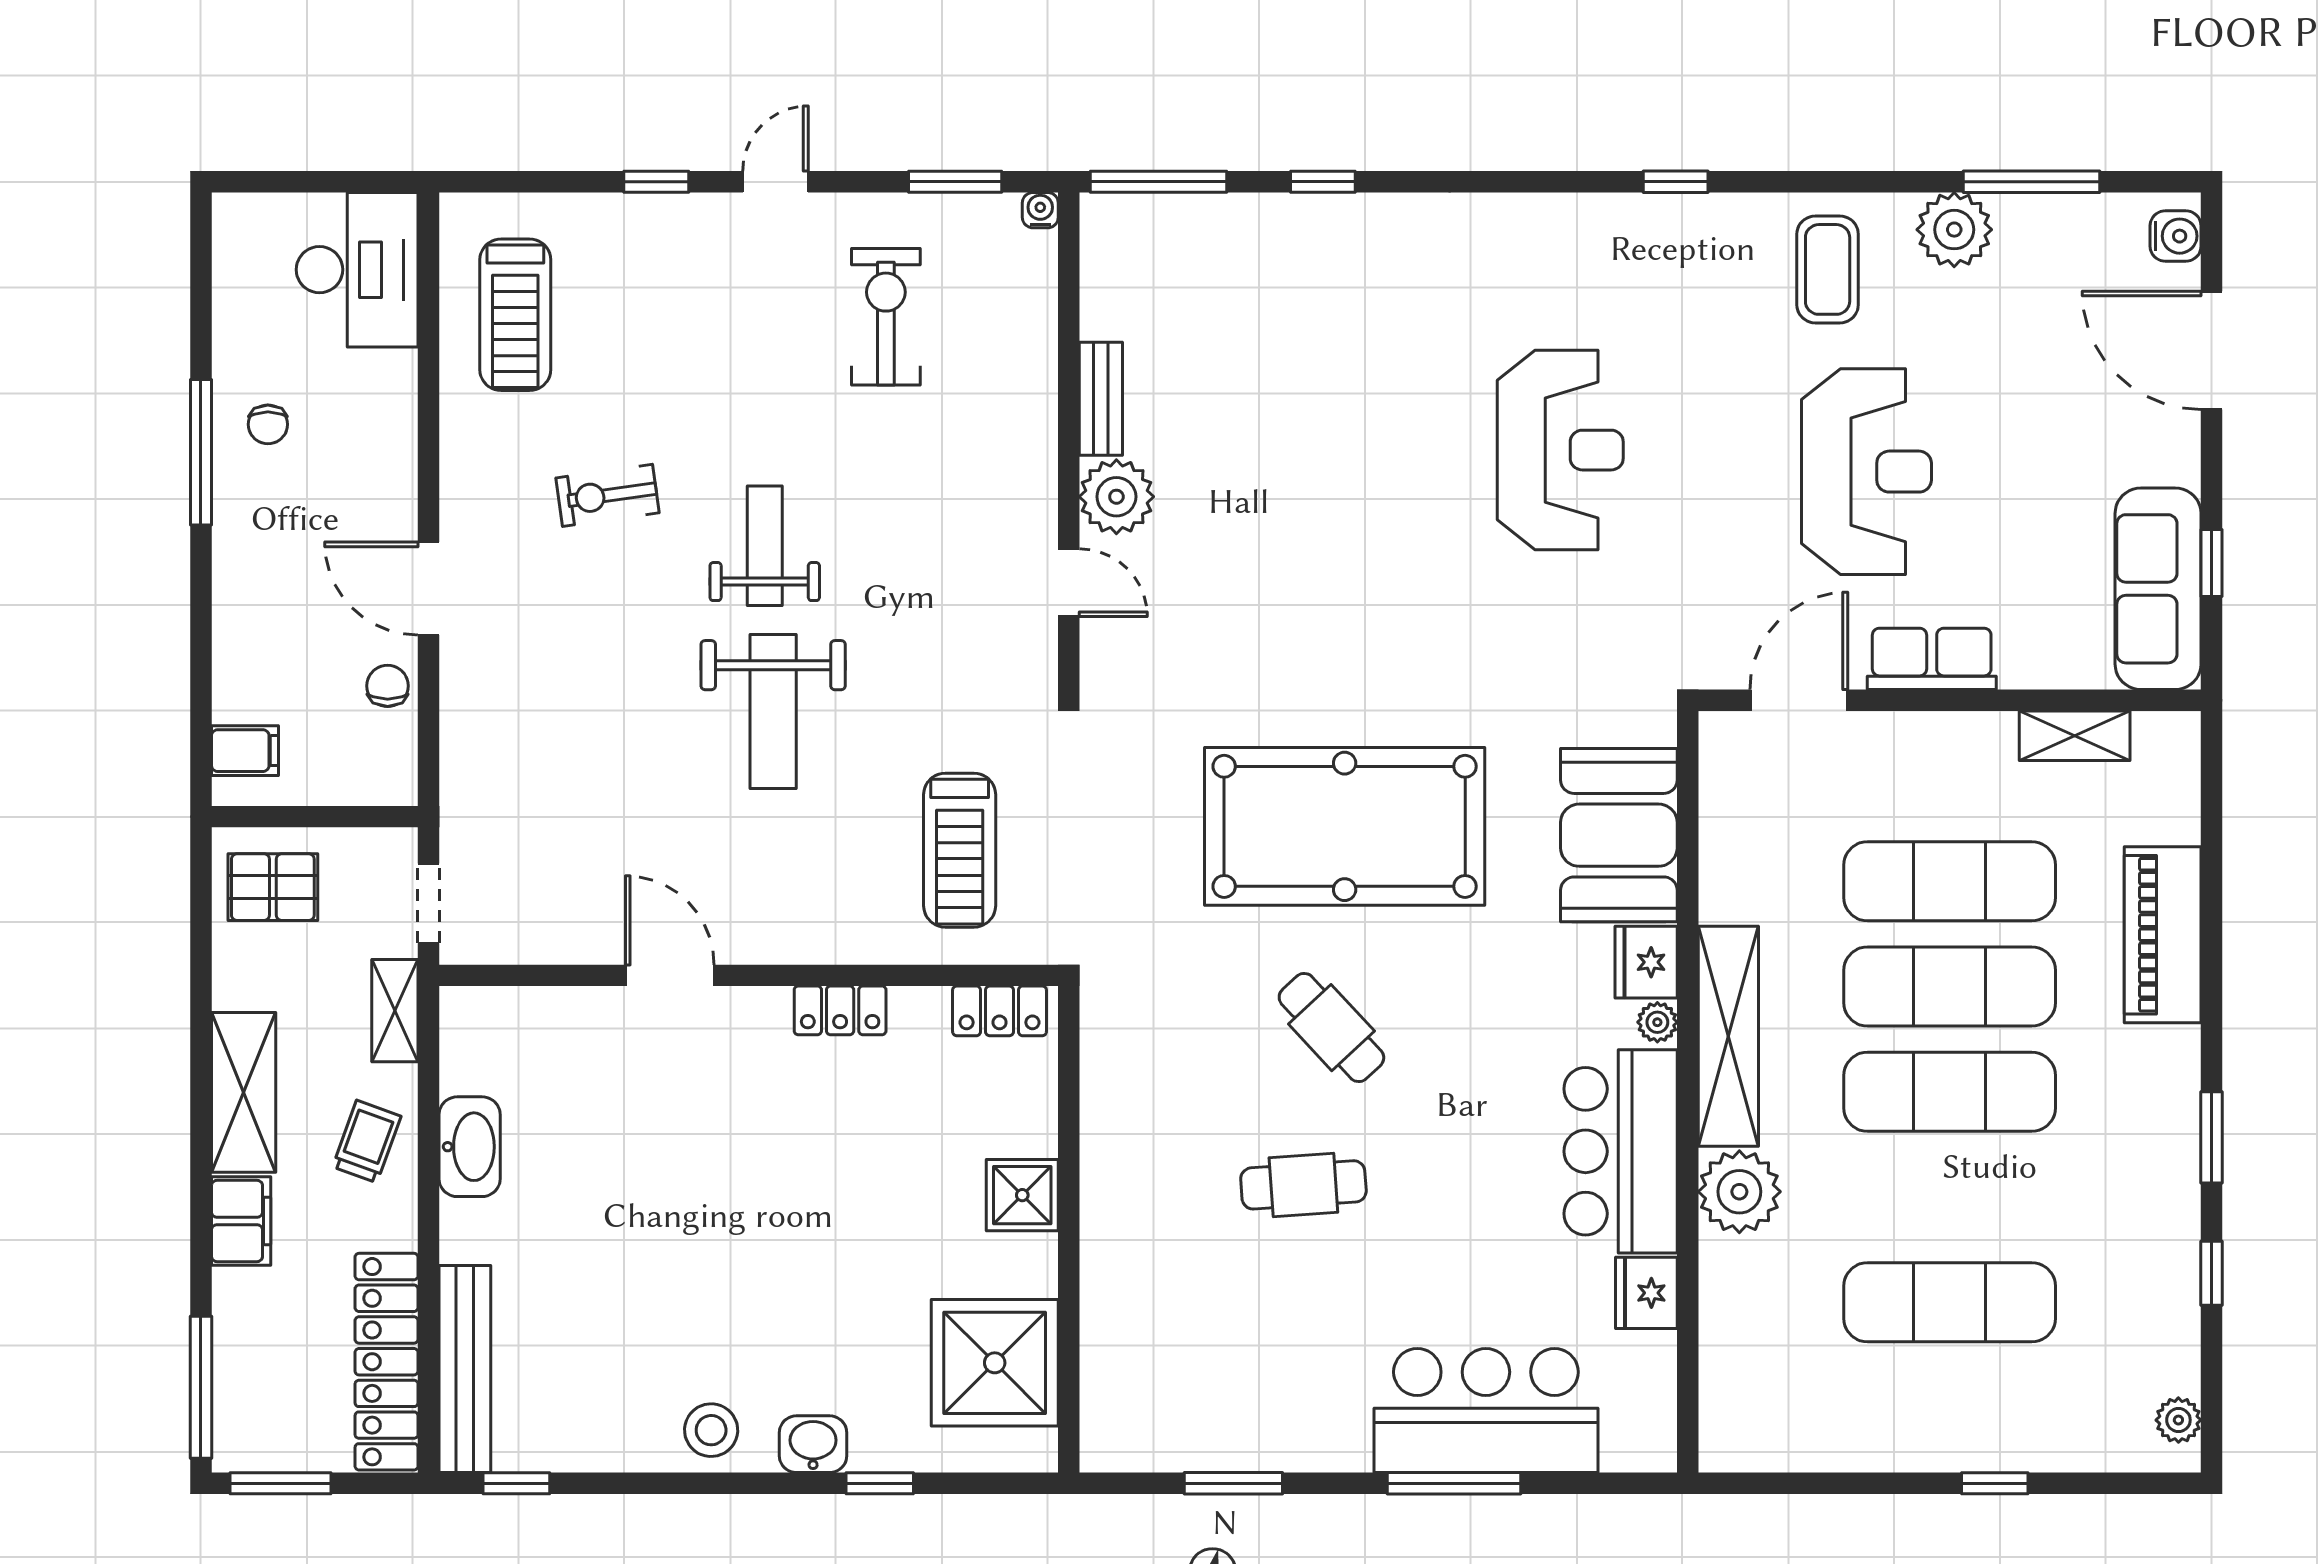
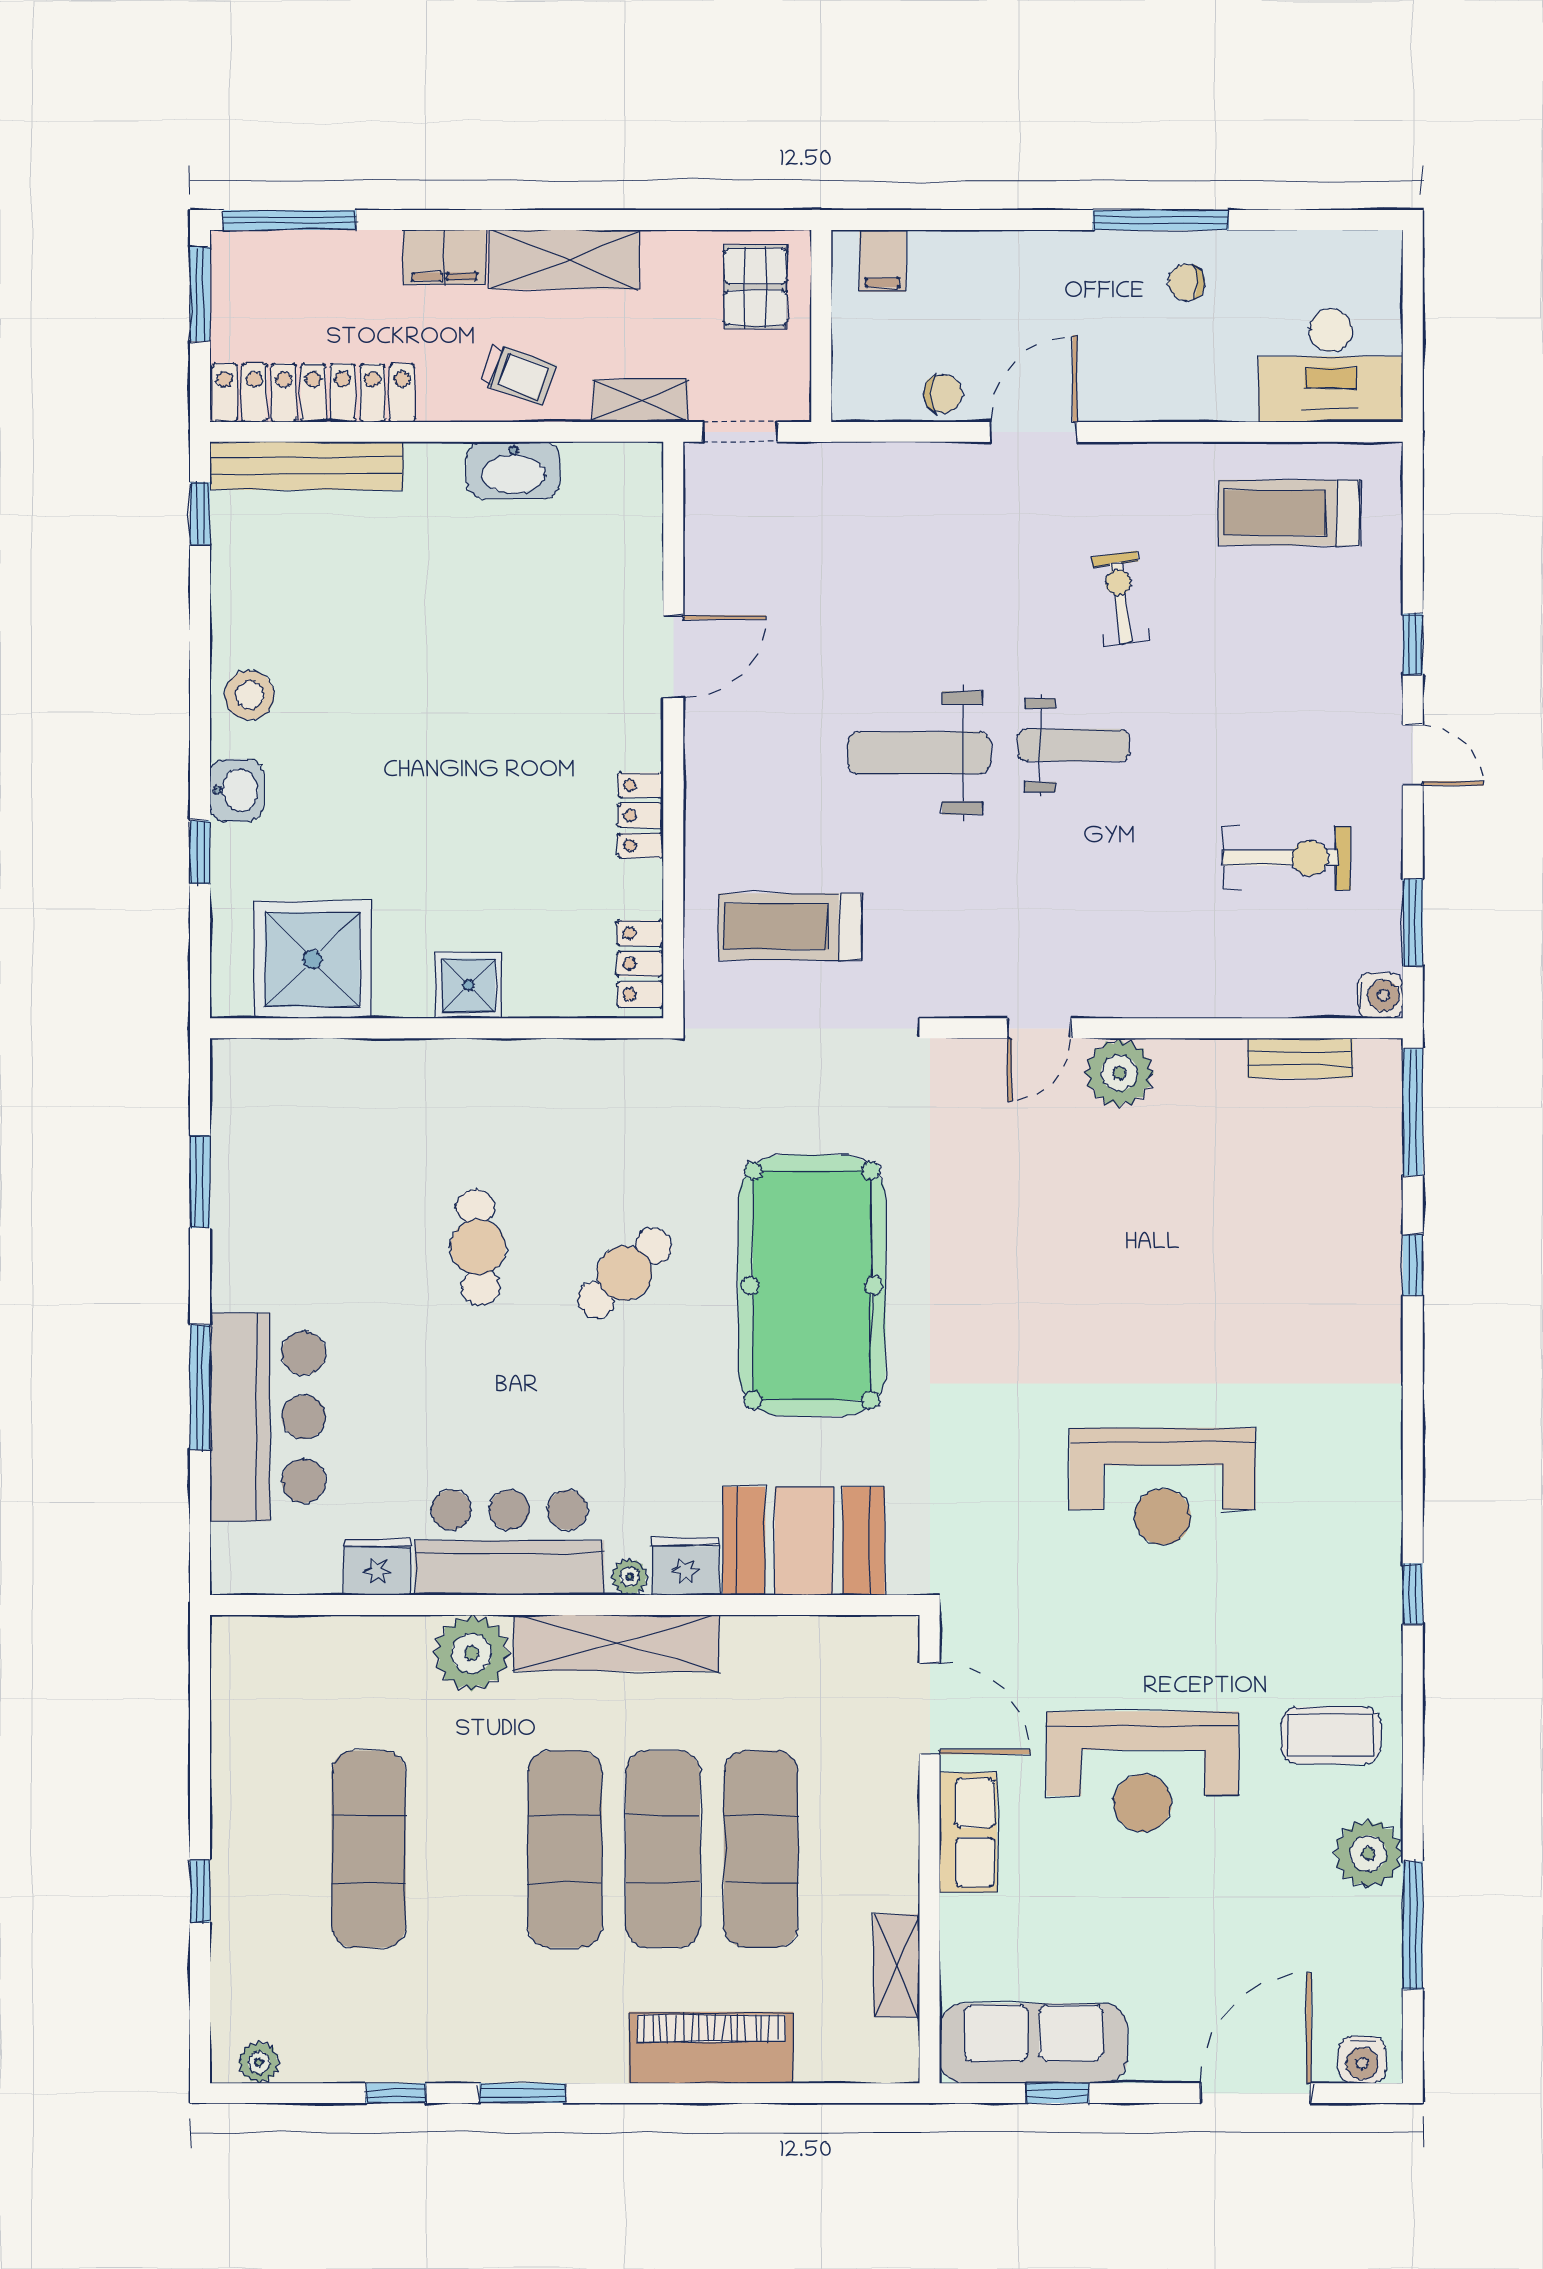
water cooler: (1040, 210) -> (1380, 996), width x1.38, depth x1.38
bench: (1101, 399) -> (1300, 1058), moved

